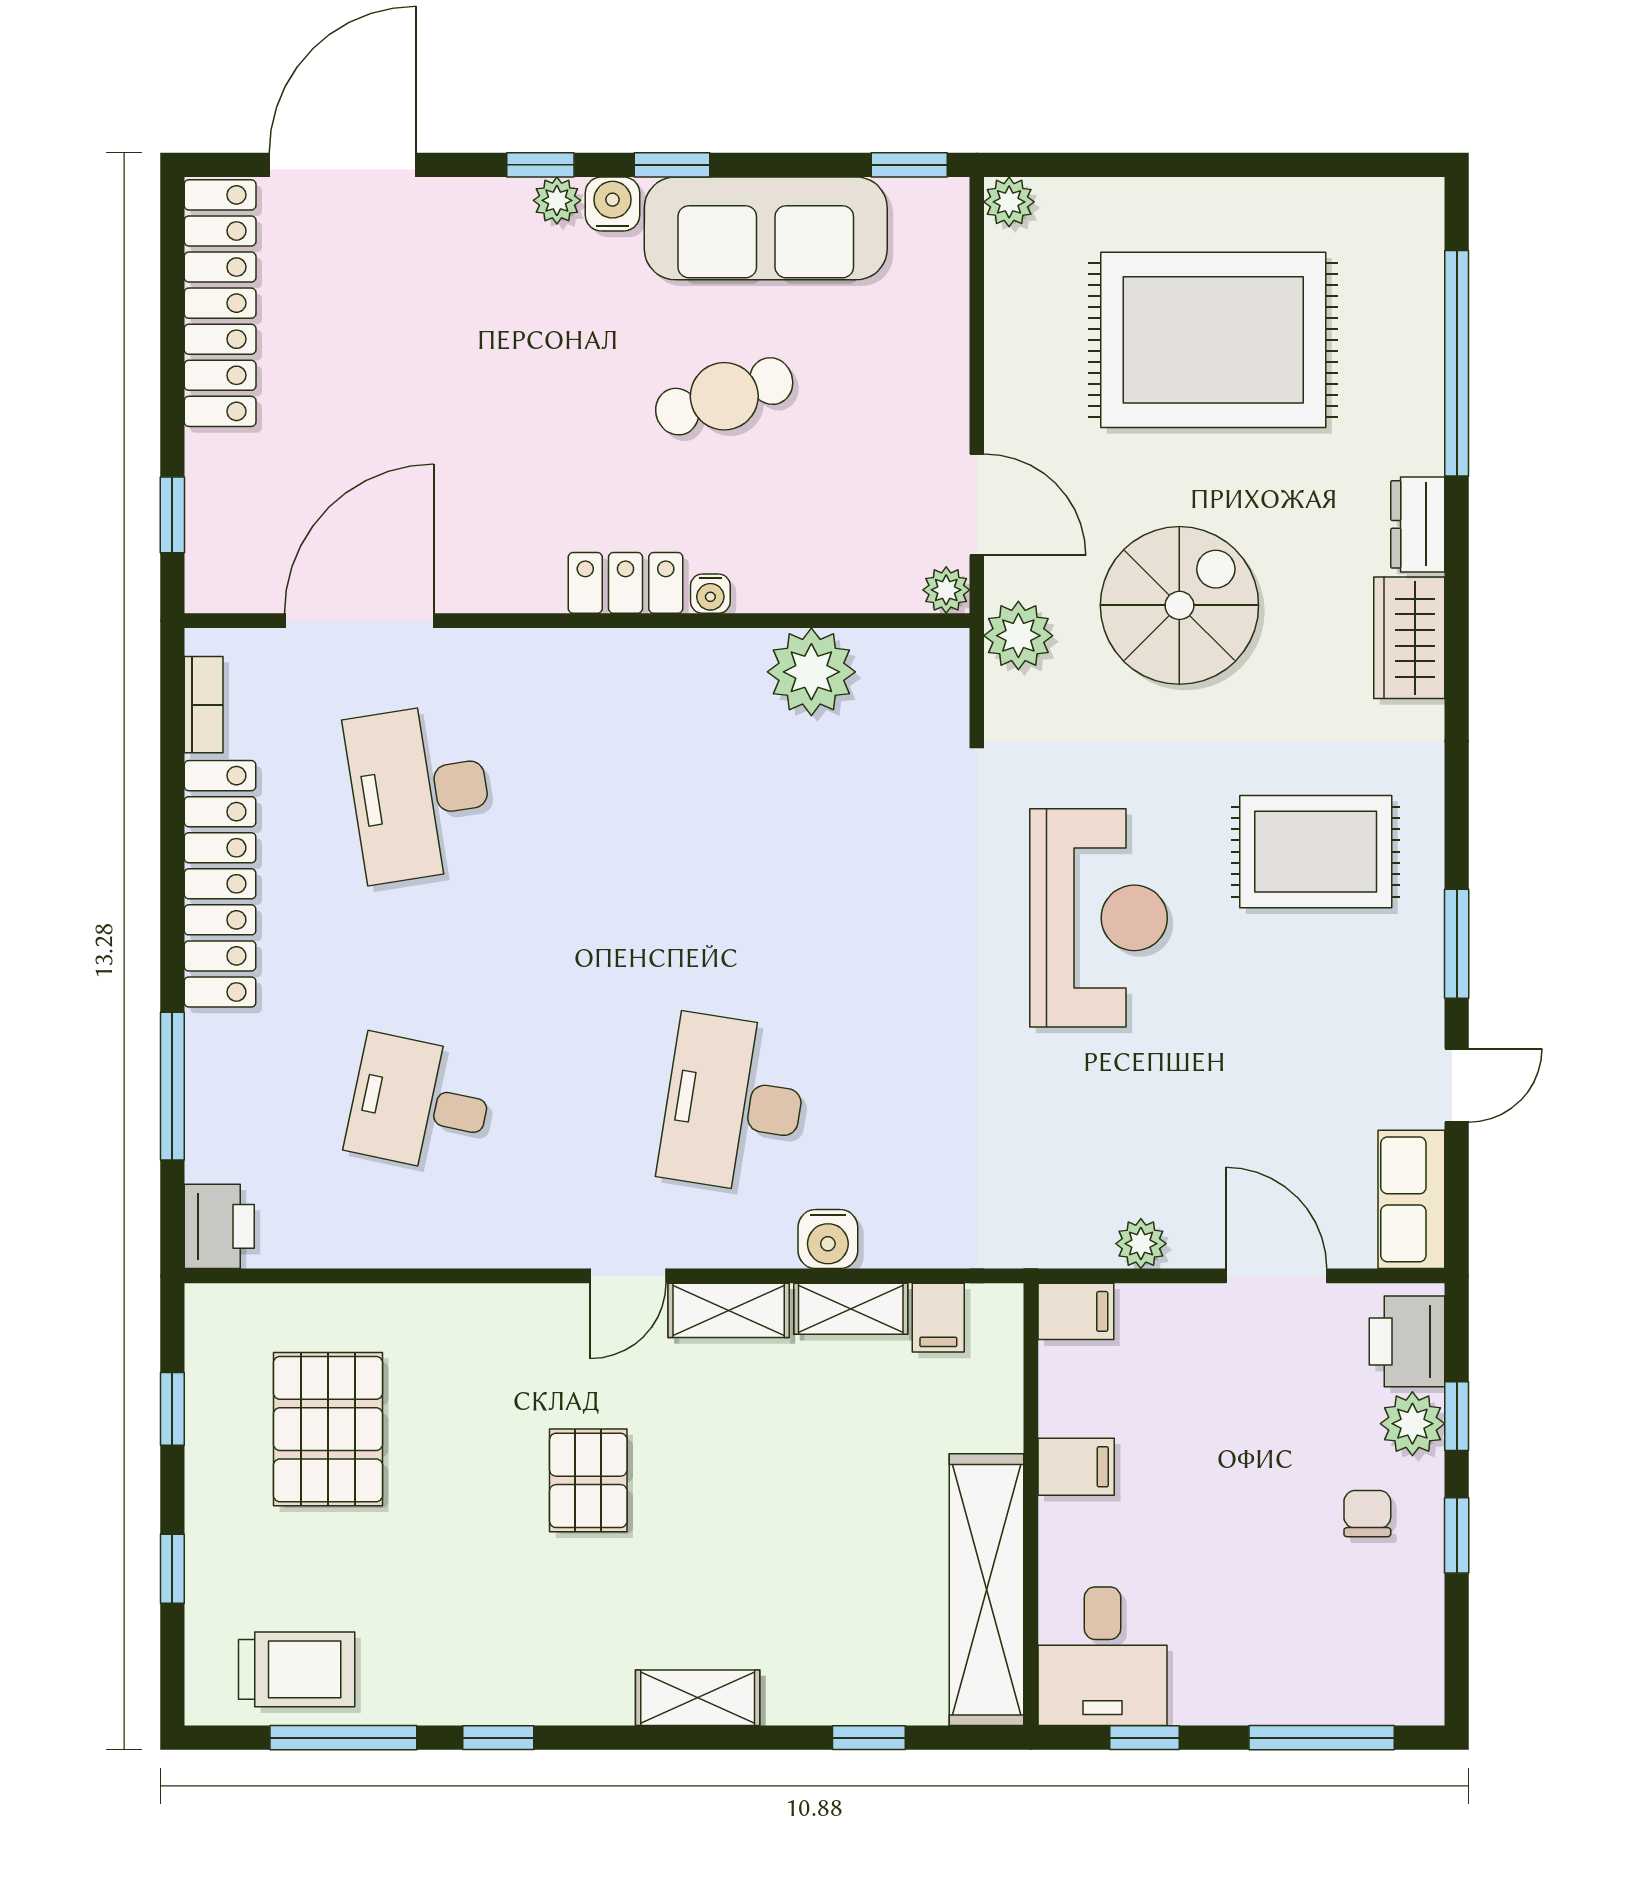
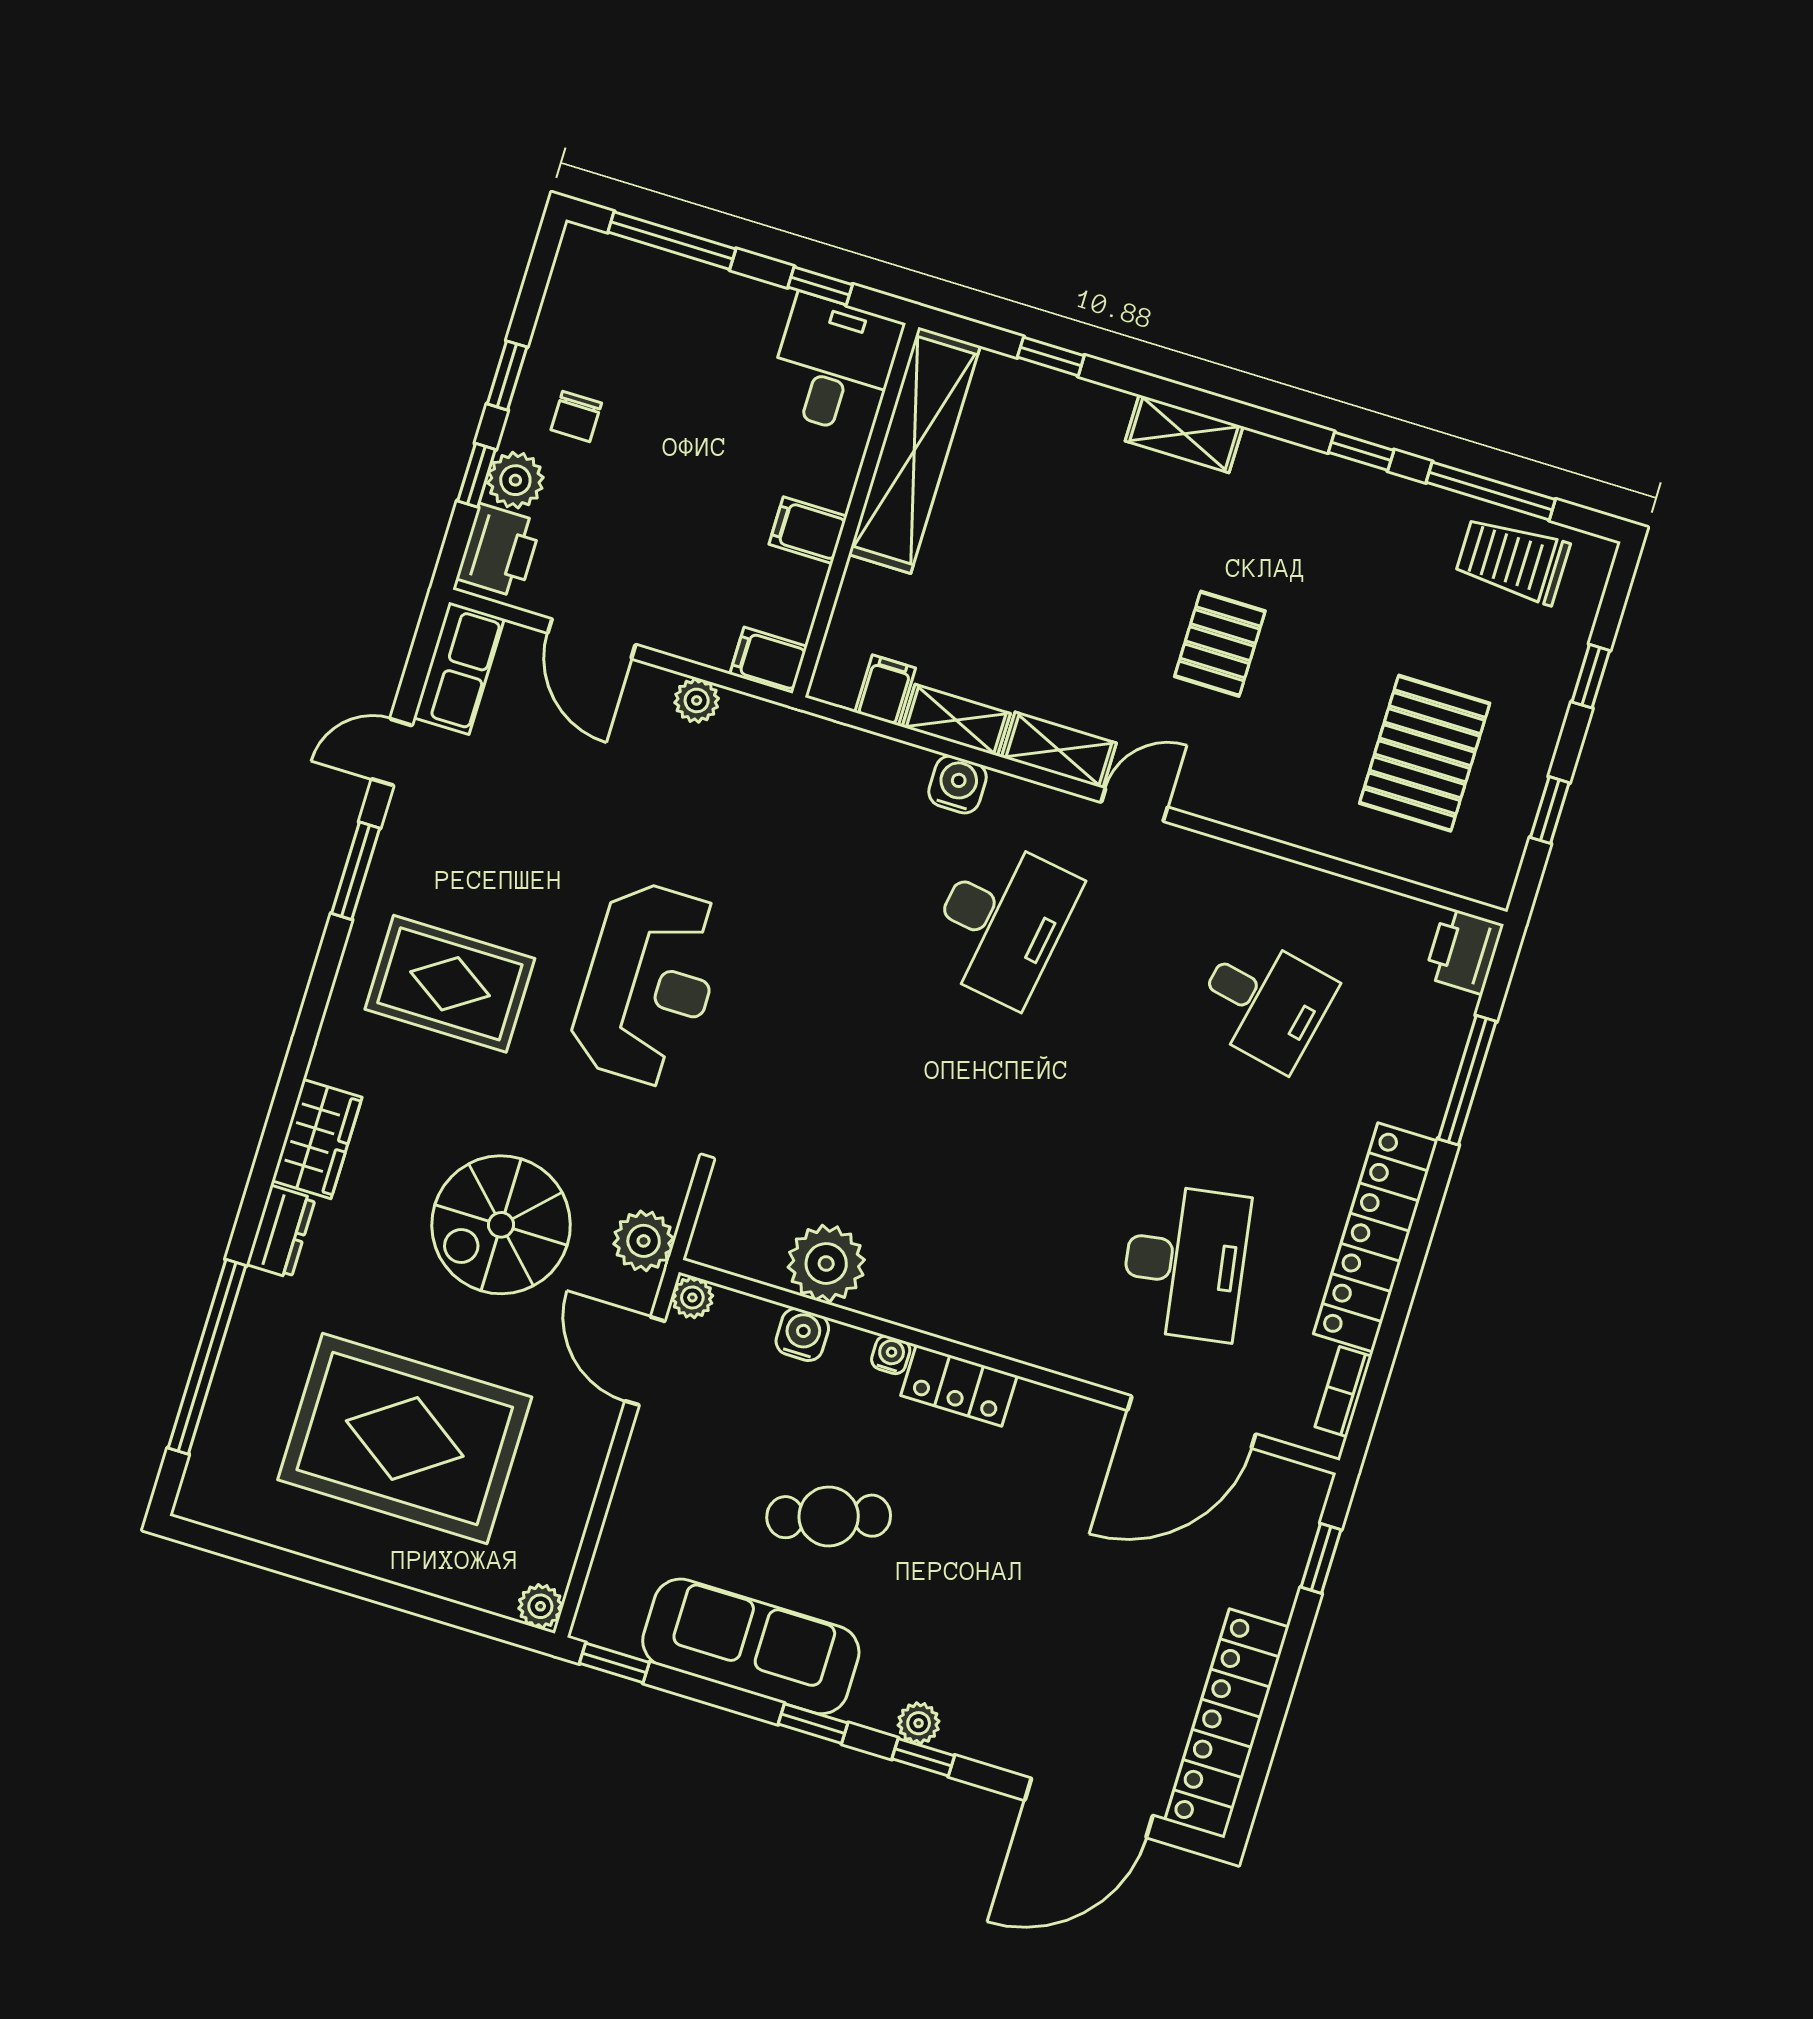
water cooler: (612, 204) -> (802, 1335), moved, turned 180
reception desk: (1099, 918) -> (649, 984), turned 180

